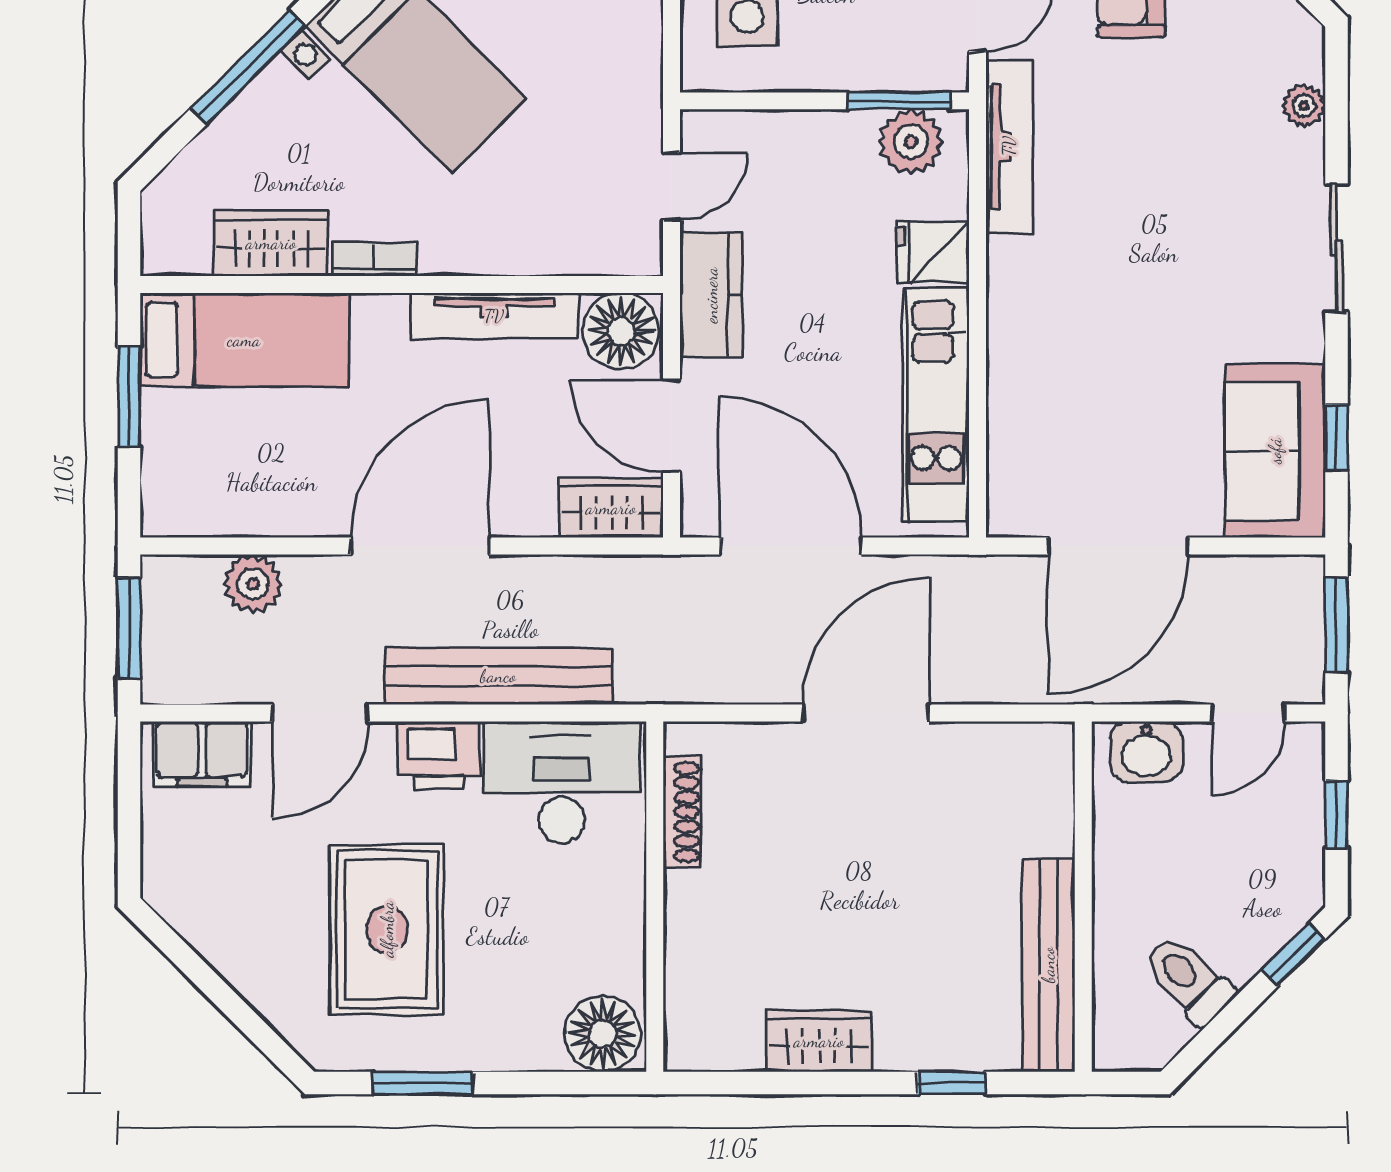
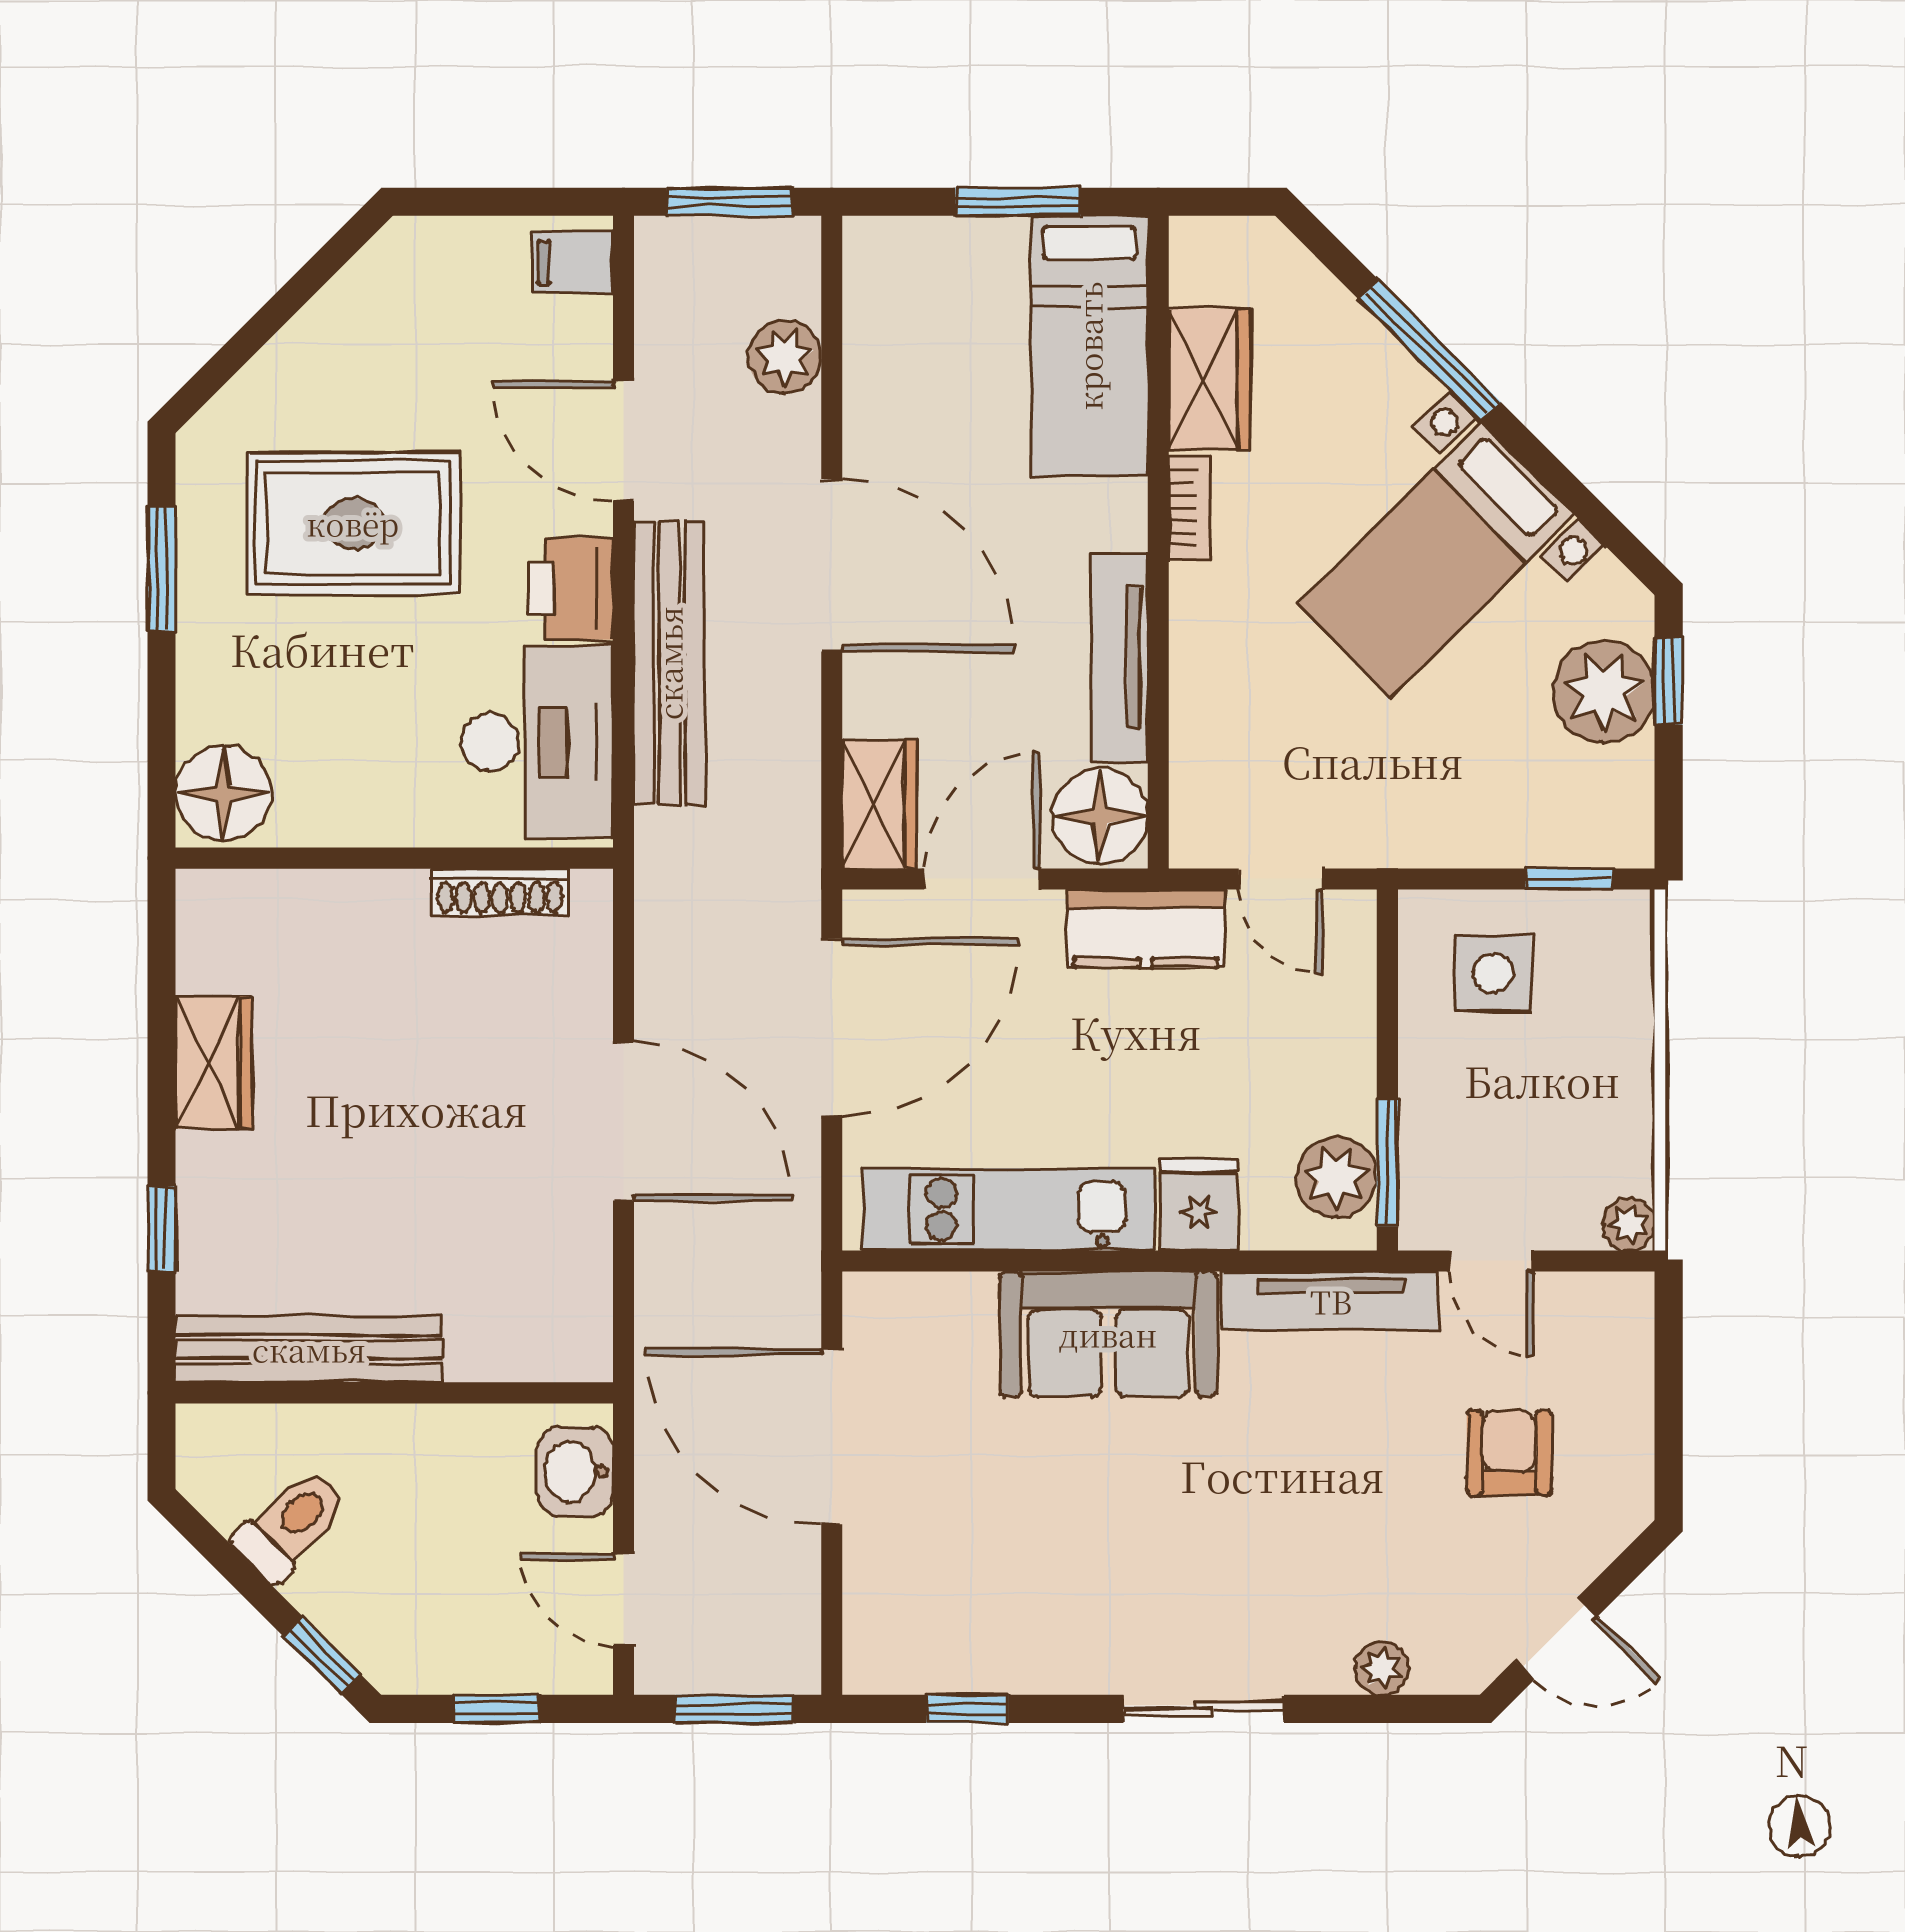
sofa: (1275, 451) -> (1108, 1334), moved, turned 180
filing cabinet: (202, 754) -> (572, 262), width x0.50

